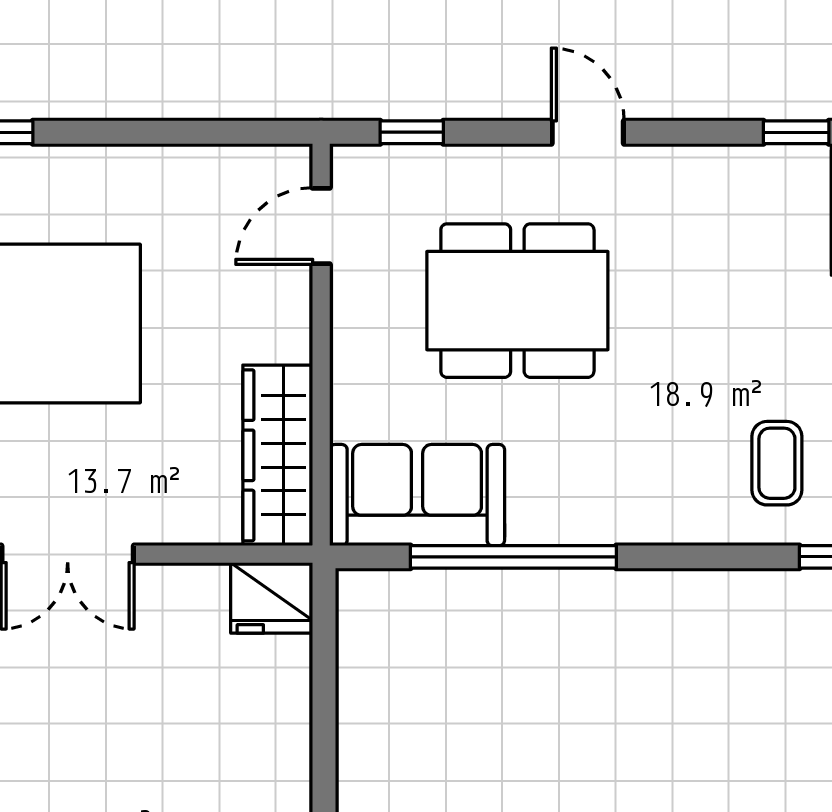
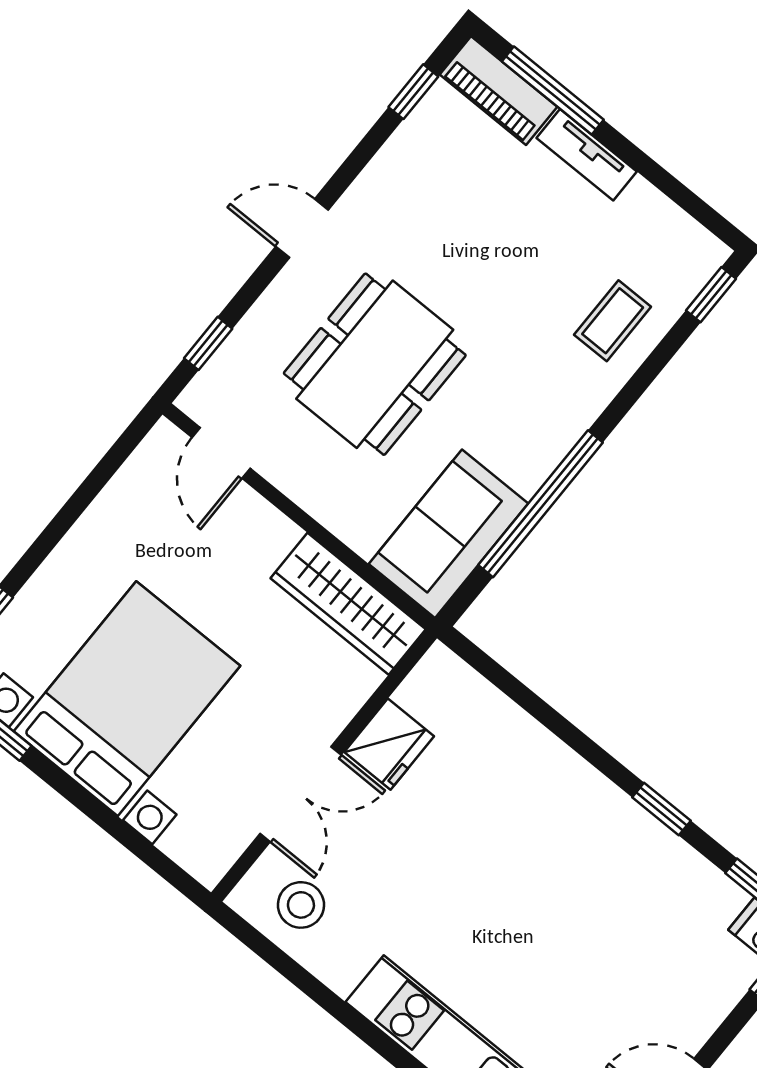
coffee table: (777, 463) -> (613, 321), moved, turned 90
fridge: (272, 598) -> (389, 744), moved

